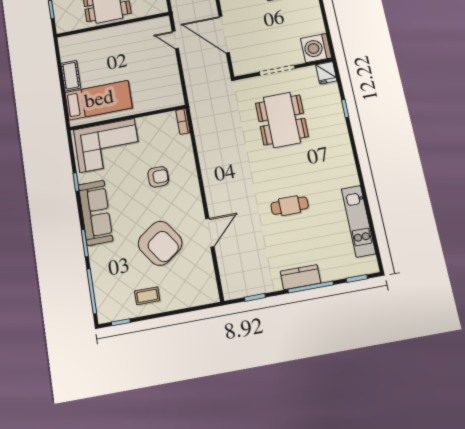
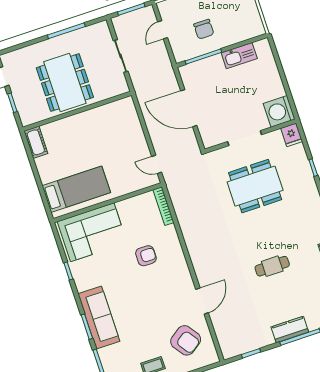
door: (175, 40) -> (157, 164), moved
cot: (71, 76) -> (36, 142), moved
dining table: (282, 120) -> (255, 186), turned 90
bookcase: (183, 121) -> (163, 206), width x1.56
sofa: (96, 213) -> (99, 318), moved
armchair: (160, 243) -> (186, 340), moved, width x0.73, depth x0.73

